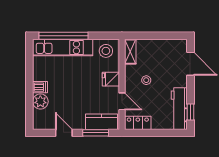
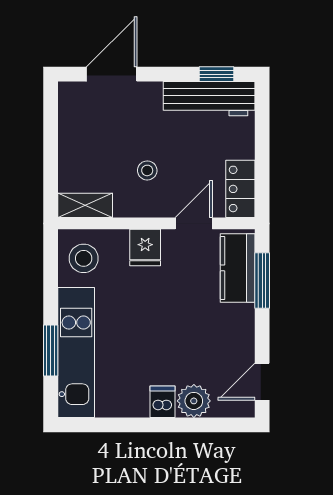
window: (64, 36) -> (51, 351), width x0.47
door: (64, 133) -> (262, 382), moved

